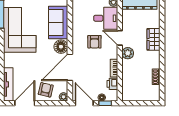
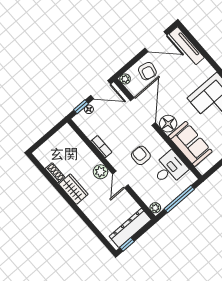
desk: (106, 18) -> (169, 169), moved, turned 180
door: (120, 38) -> (120, 180), swing flipped
wardrobe: (154, 39) -> (73, 189), moved
printer: (112, 84) -> (90, 131), removed
door: (25, 103) -> (156, 42), hinge flipped

